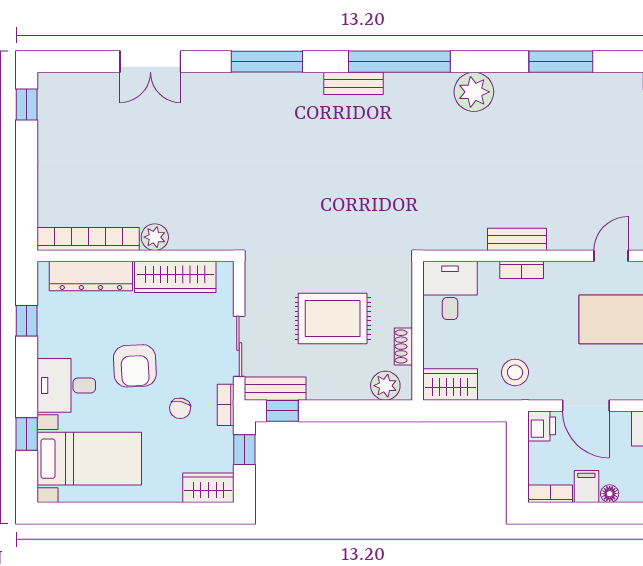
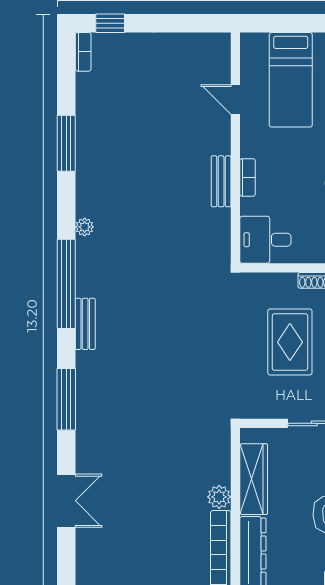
plant: (474, 92) -> (85, 227), width x0.53, depth x0.53

